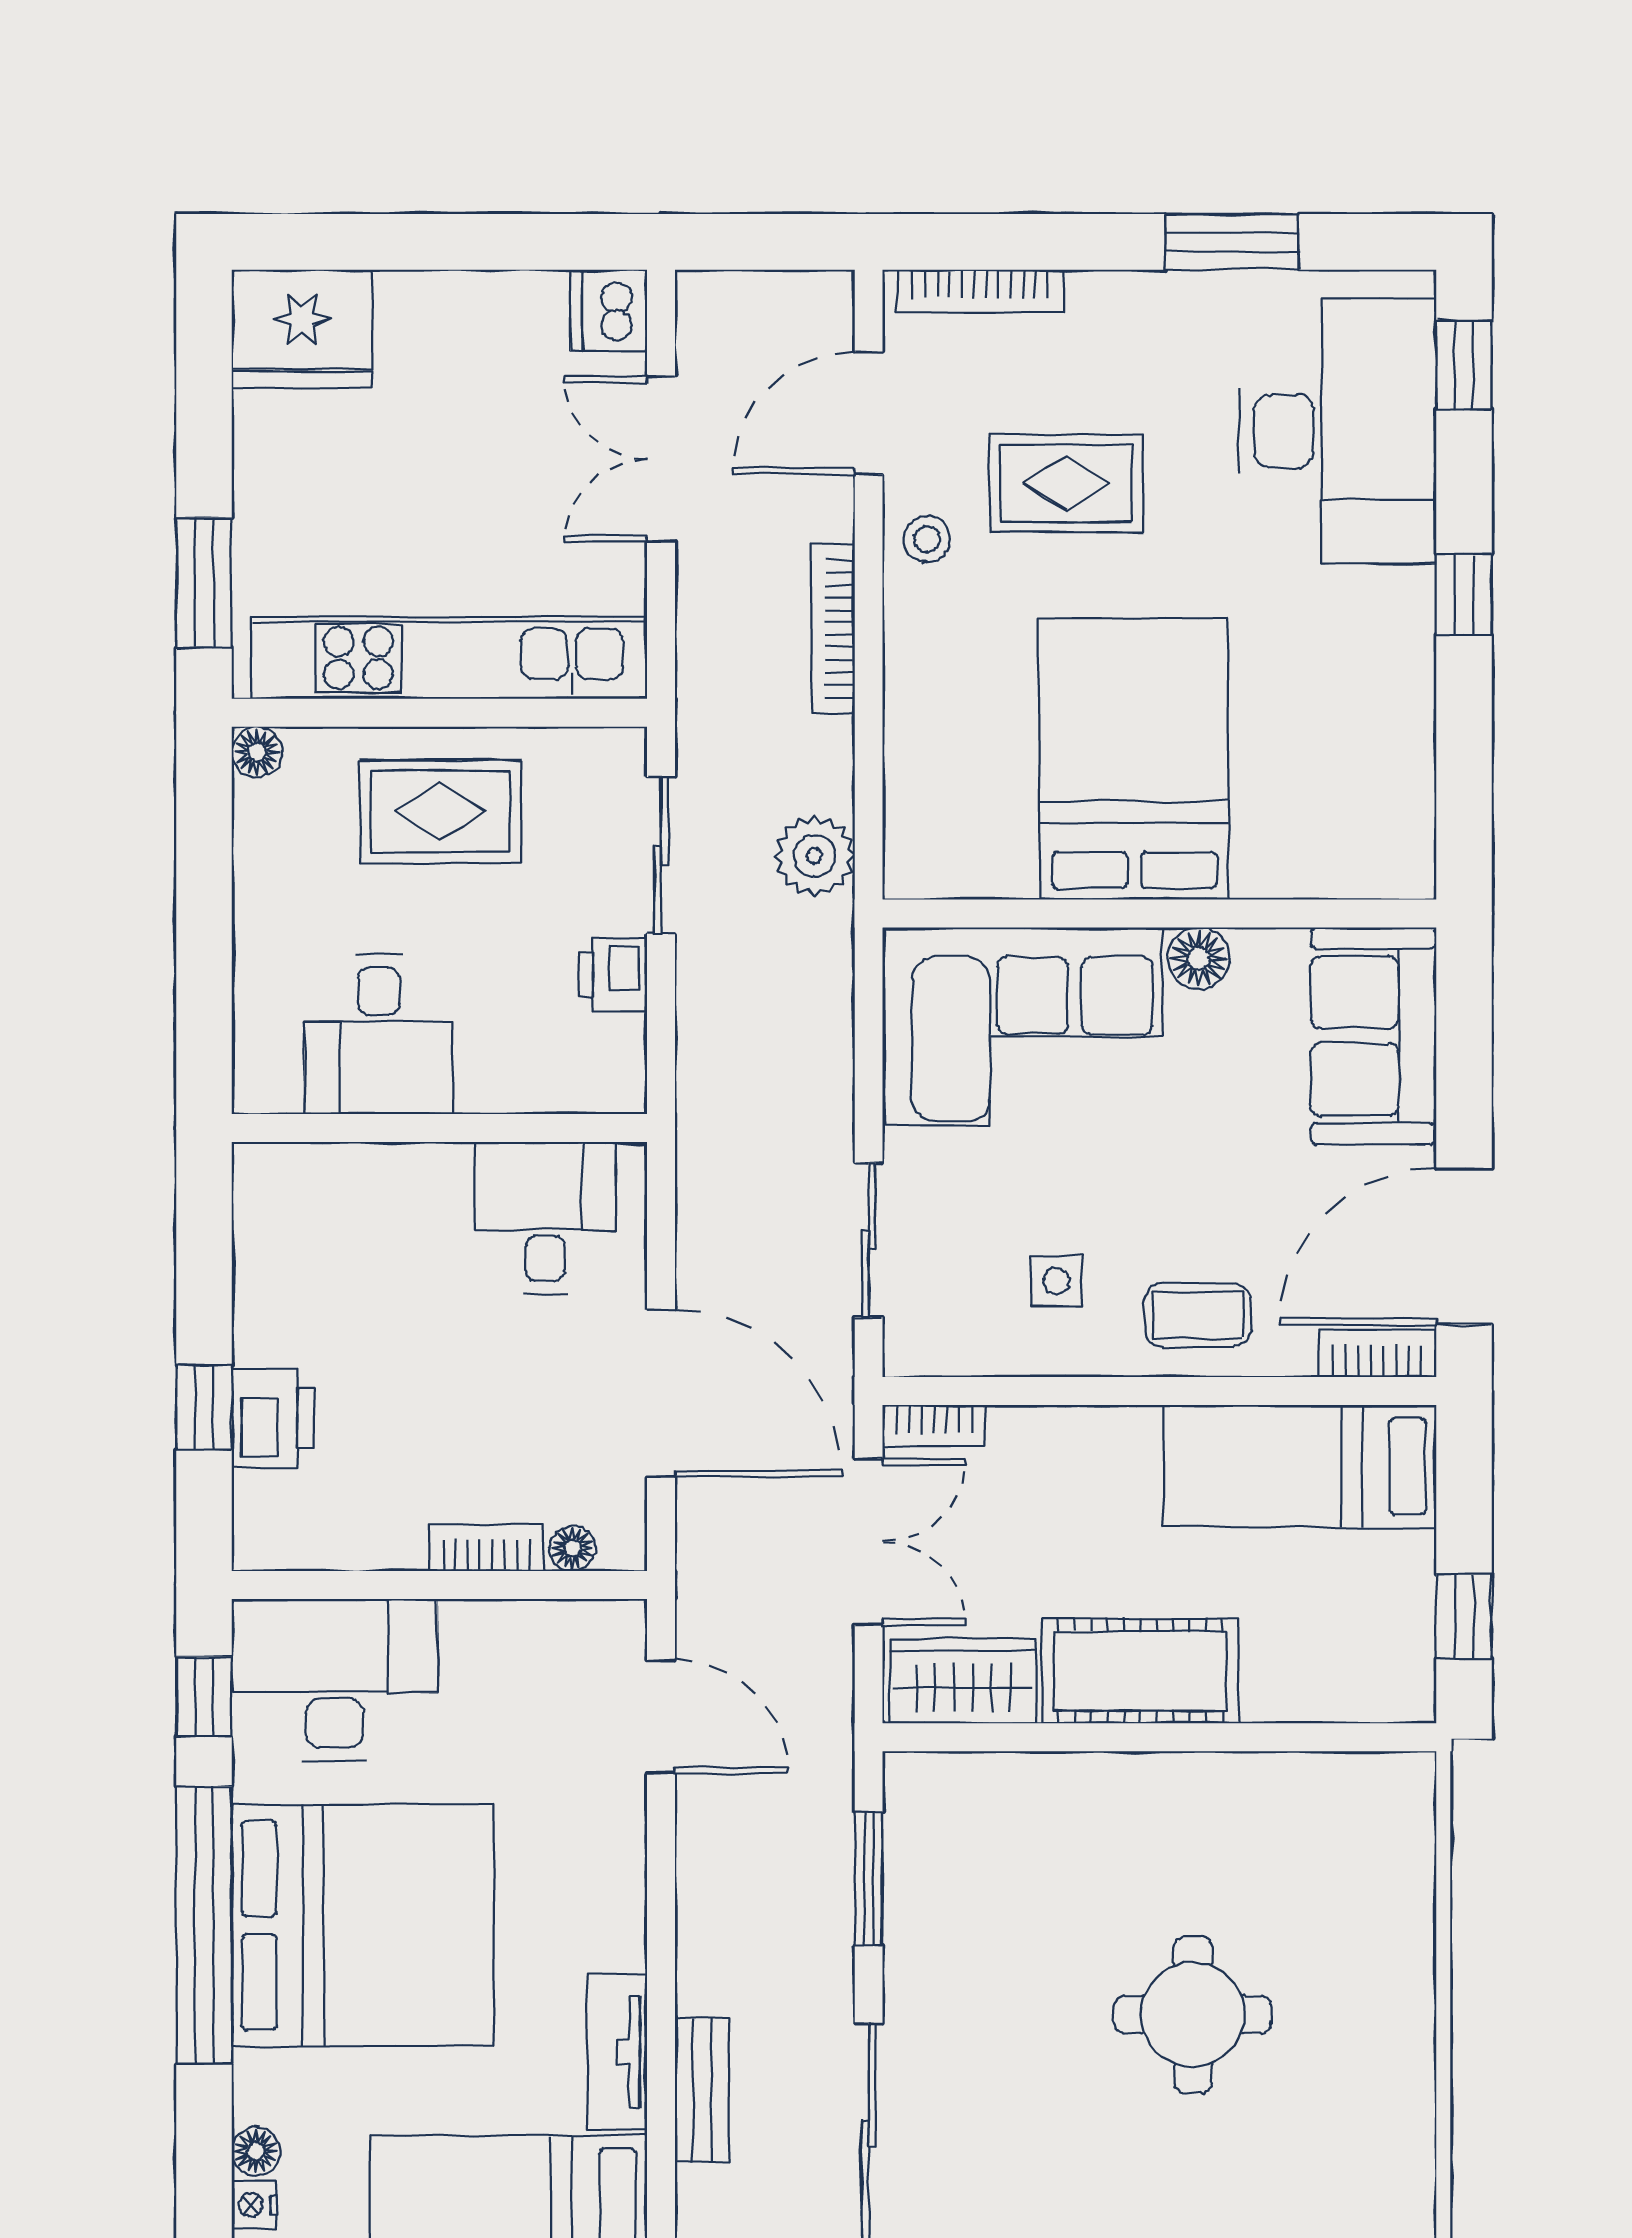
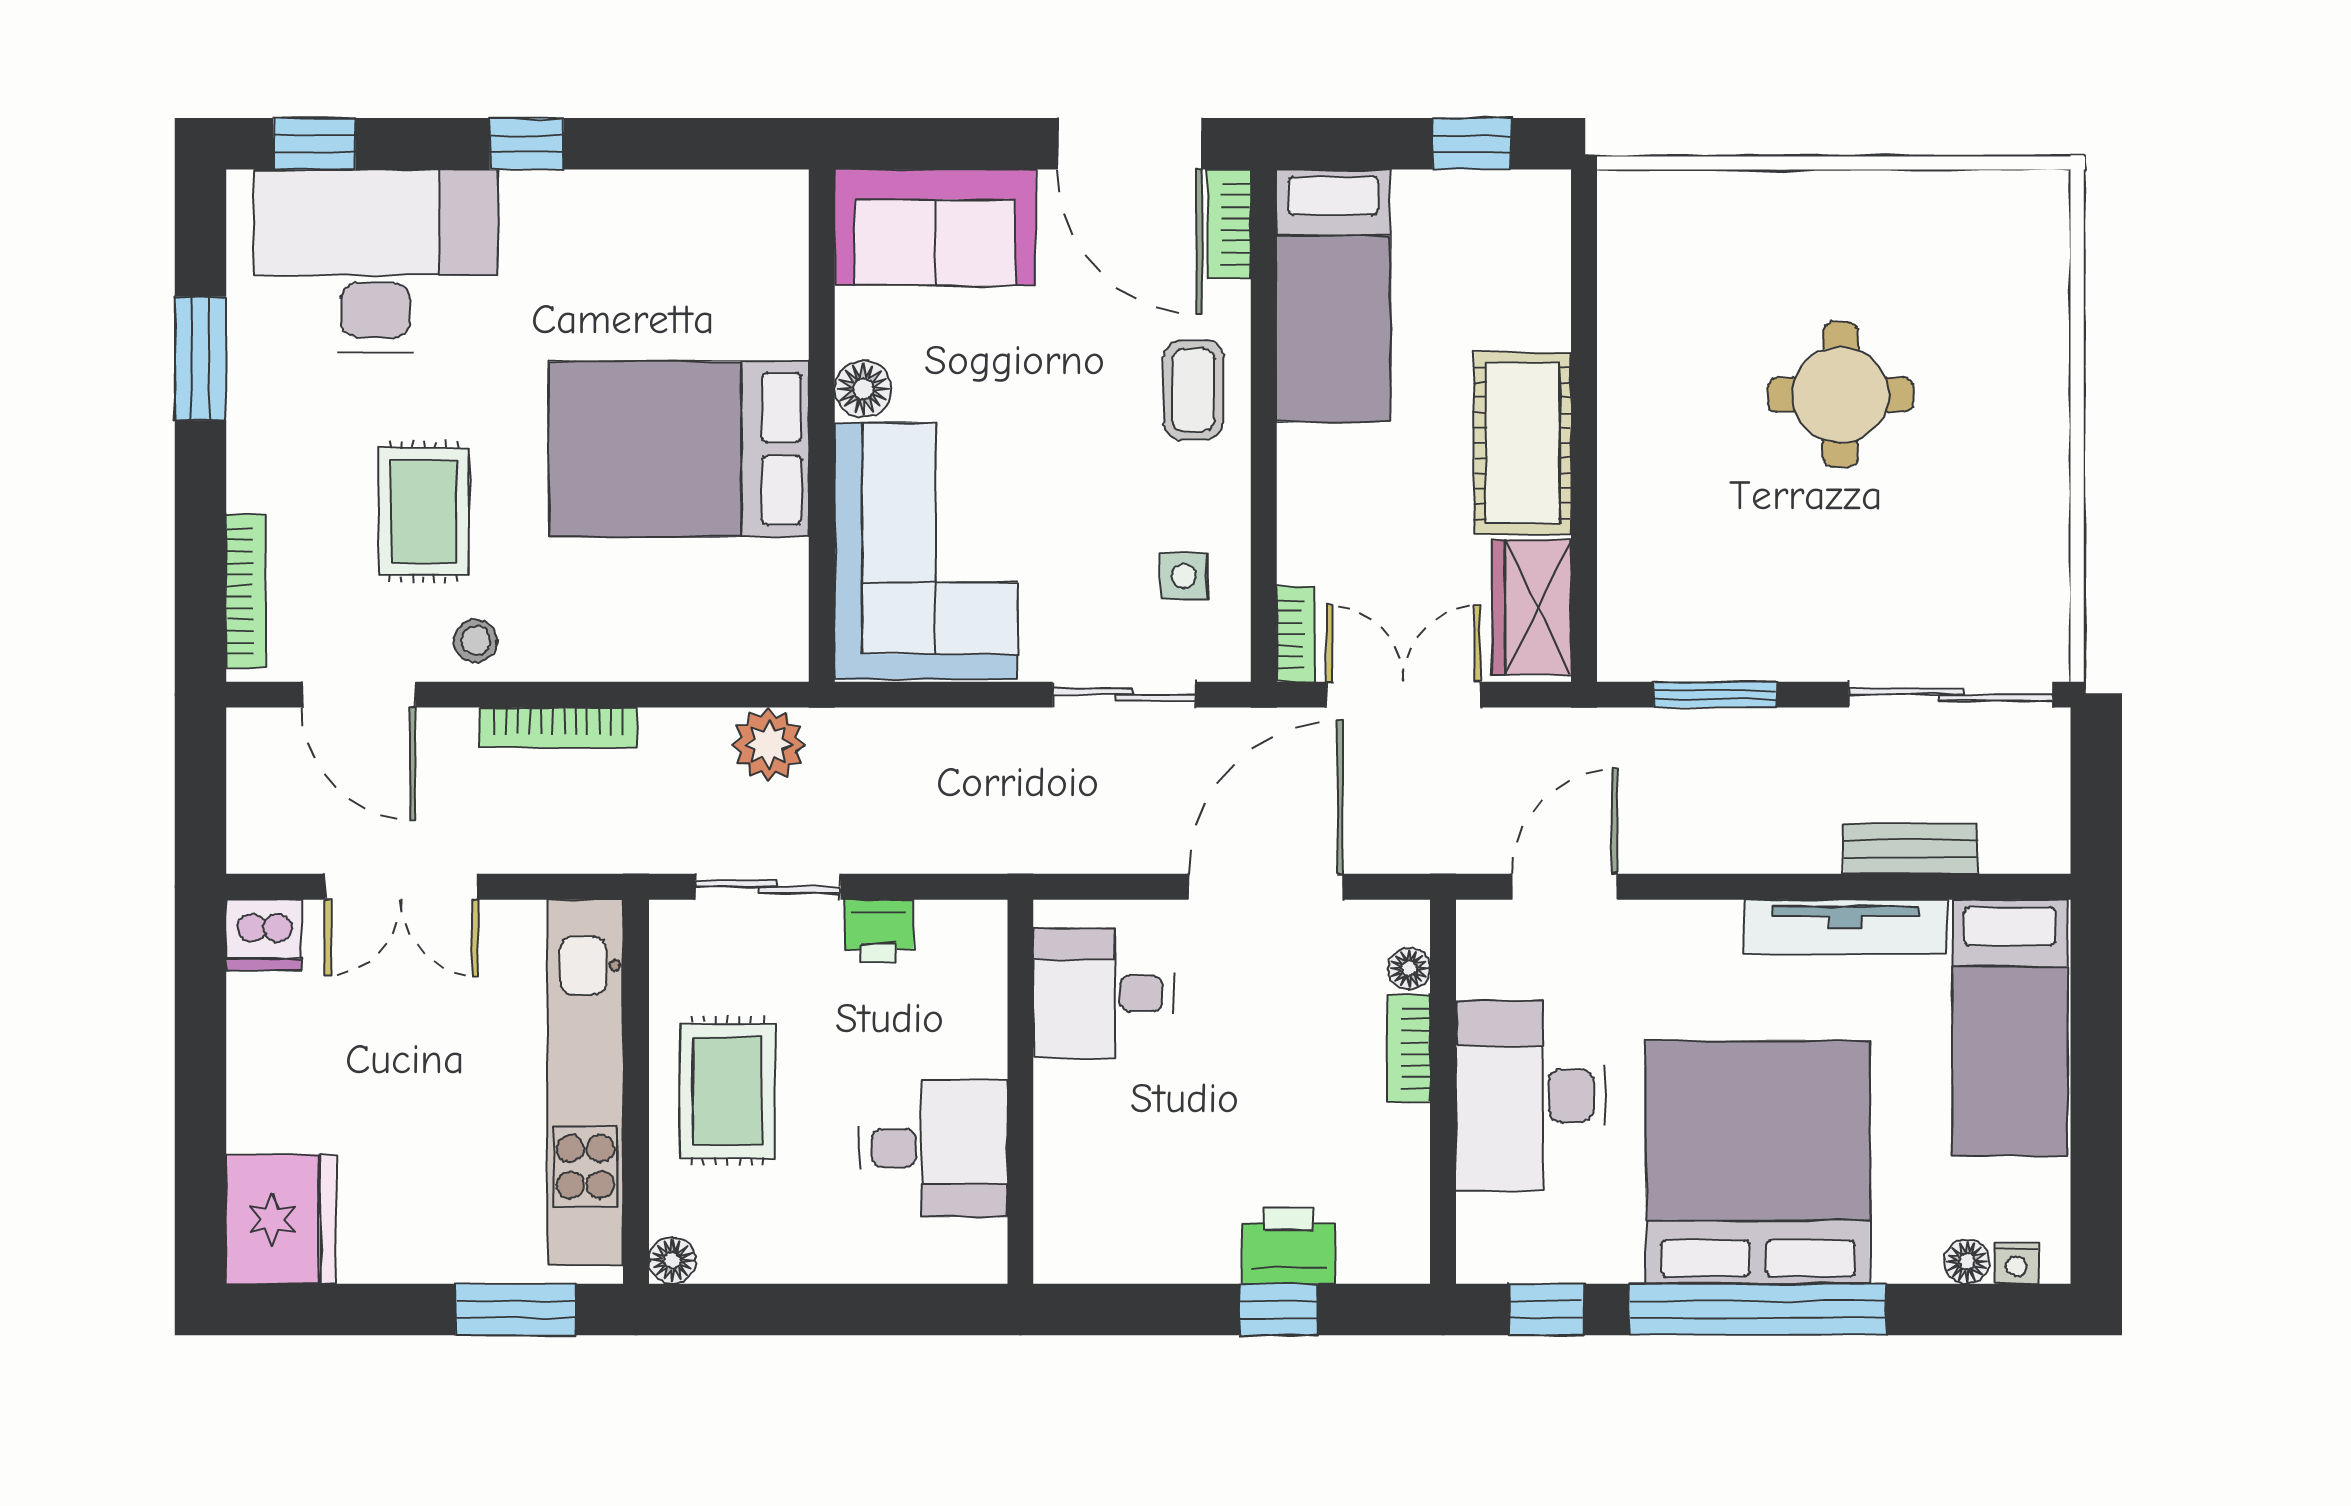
side table: (1056, 1281) -> (1184, 576), moved
desk: (335, 1680) -> (1531, 1096), moved
tv unit: (617, 2052) -> (1846, 927), width x1.41

